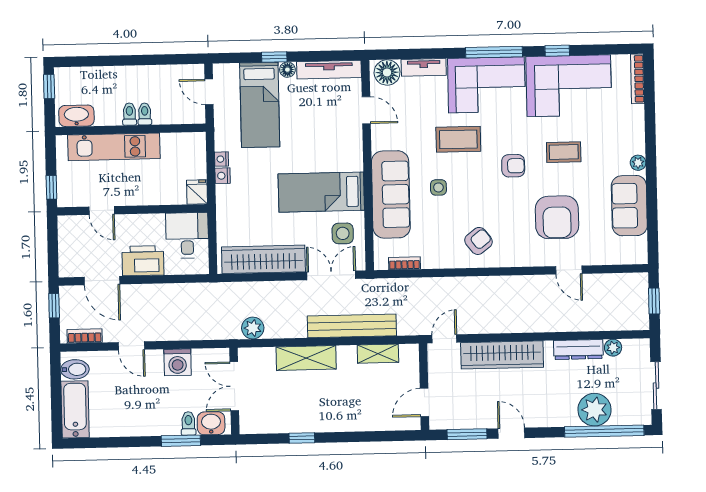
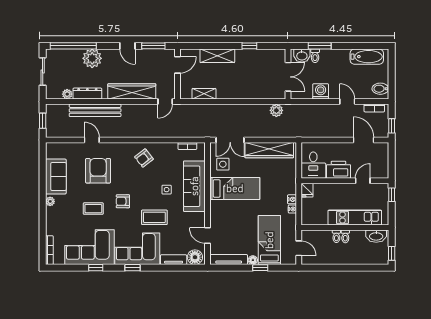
window: (494, 52) -> (132, 268), width x0.46
door: (102, 210) -> (363, 181), hinge flipped
printer: (143, 261) -> (338, 170), moved, turned 180
bench: (352, 326) -> (95, 110), moved
shelving: (306, 358) -> (217, 56), moved
bathtub: (75, 409) -> (367, 57), moved, turned -90
plant: (594, 410) -> (92, 58), moved

